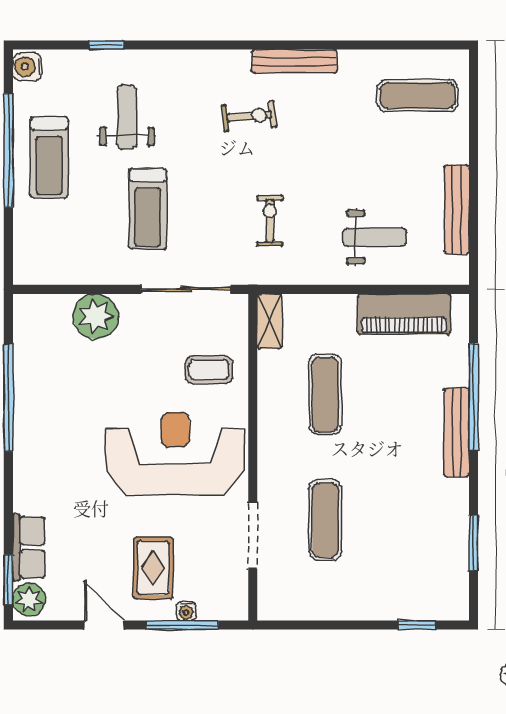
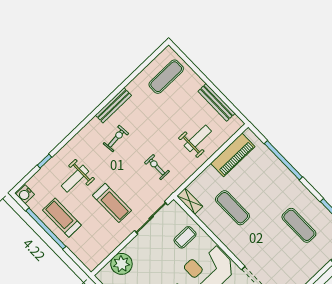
weight bench: (127, 117) -> (75, 179), turned -90
treadmill: (49, 157) -> (62, 218), turned 180
plant: (96, 316) -> (121, 264), moved
bench: (457, 432) -> (289, 178), removed
exercise mat: (325, 520) -> (299, 225), moved

